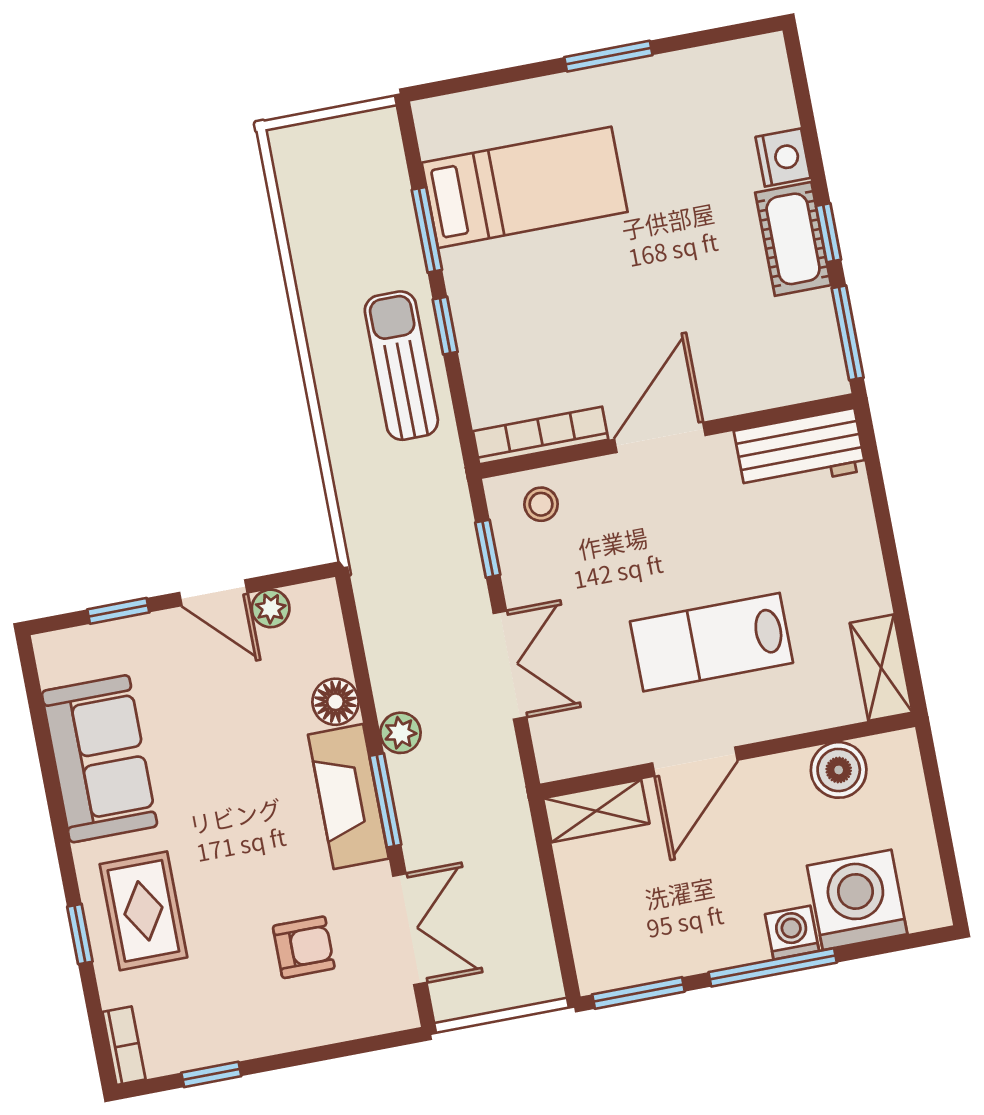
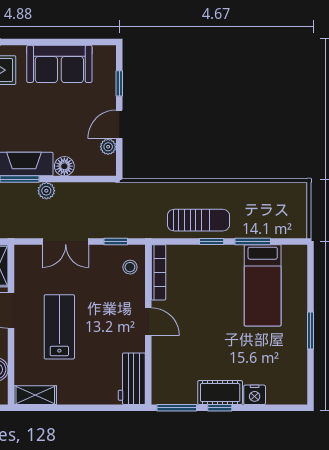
door: (660, 437) -> (148, 322), width x0.73

